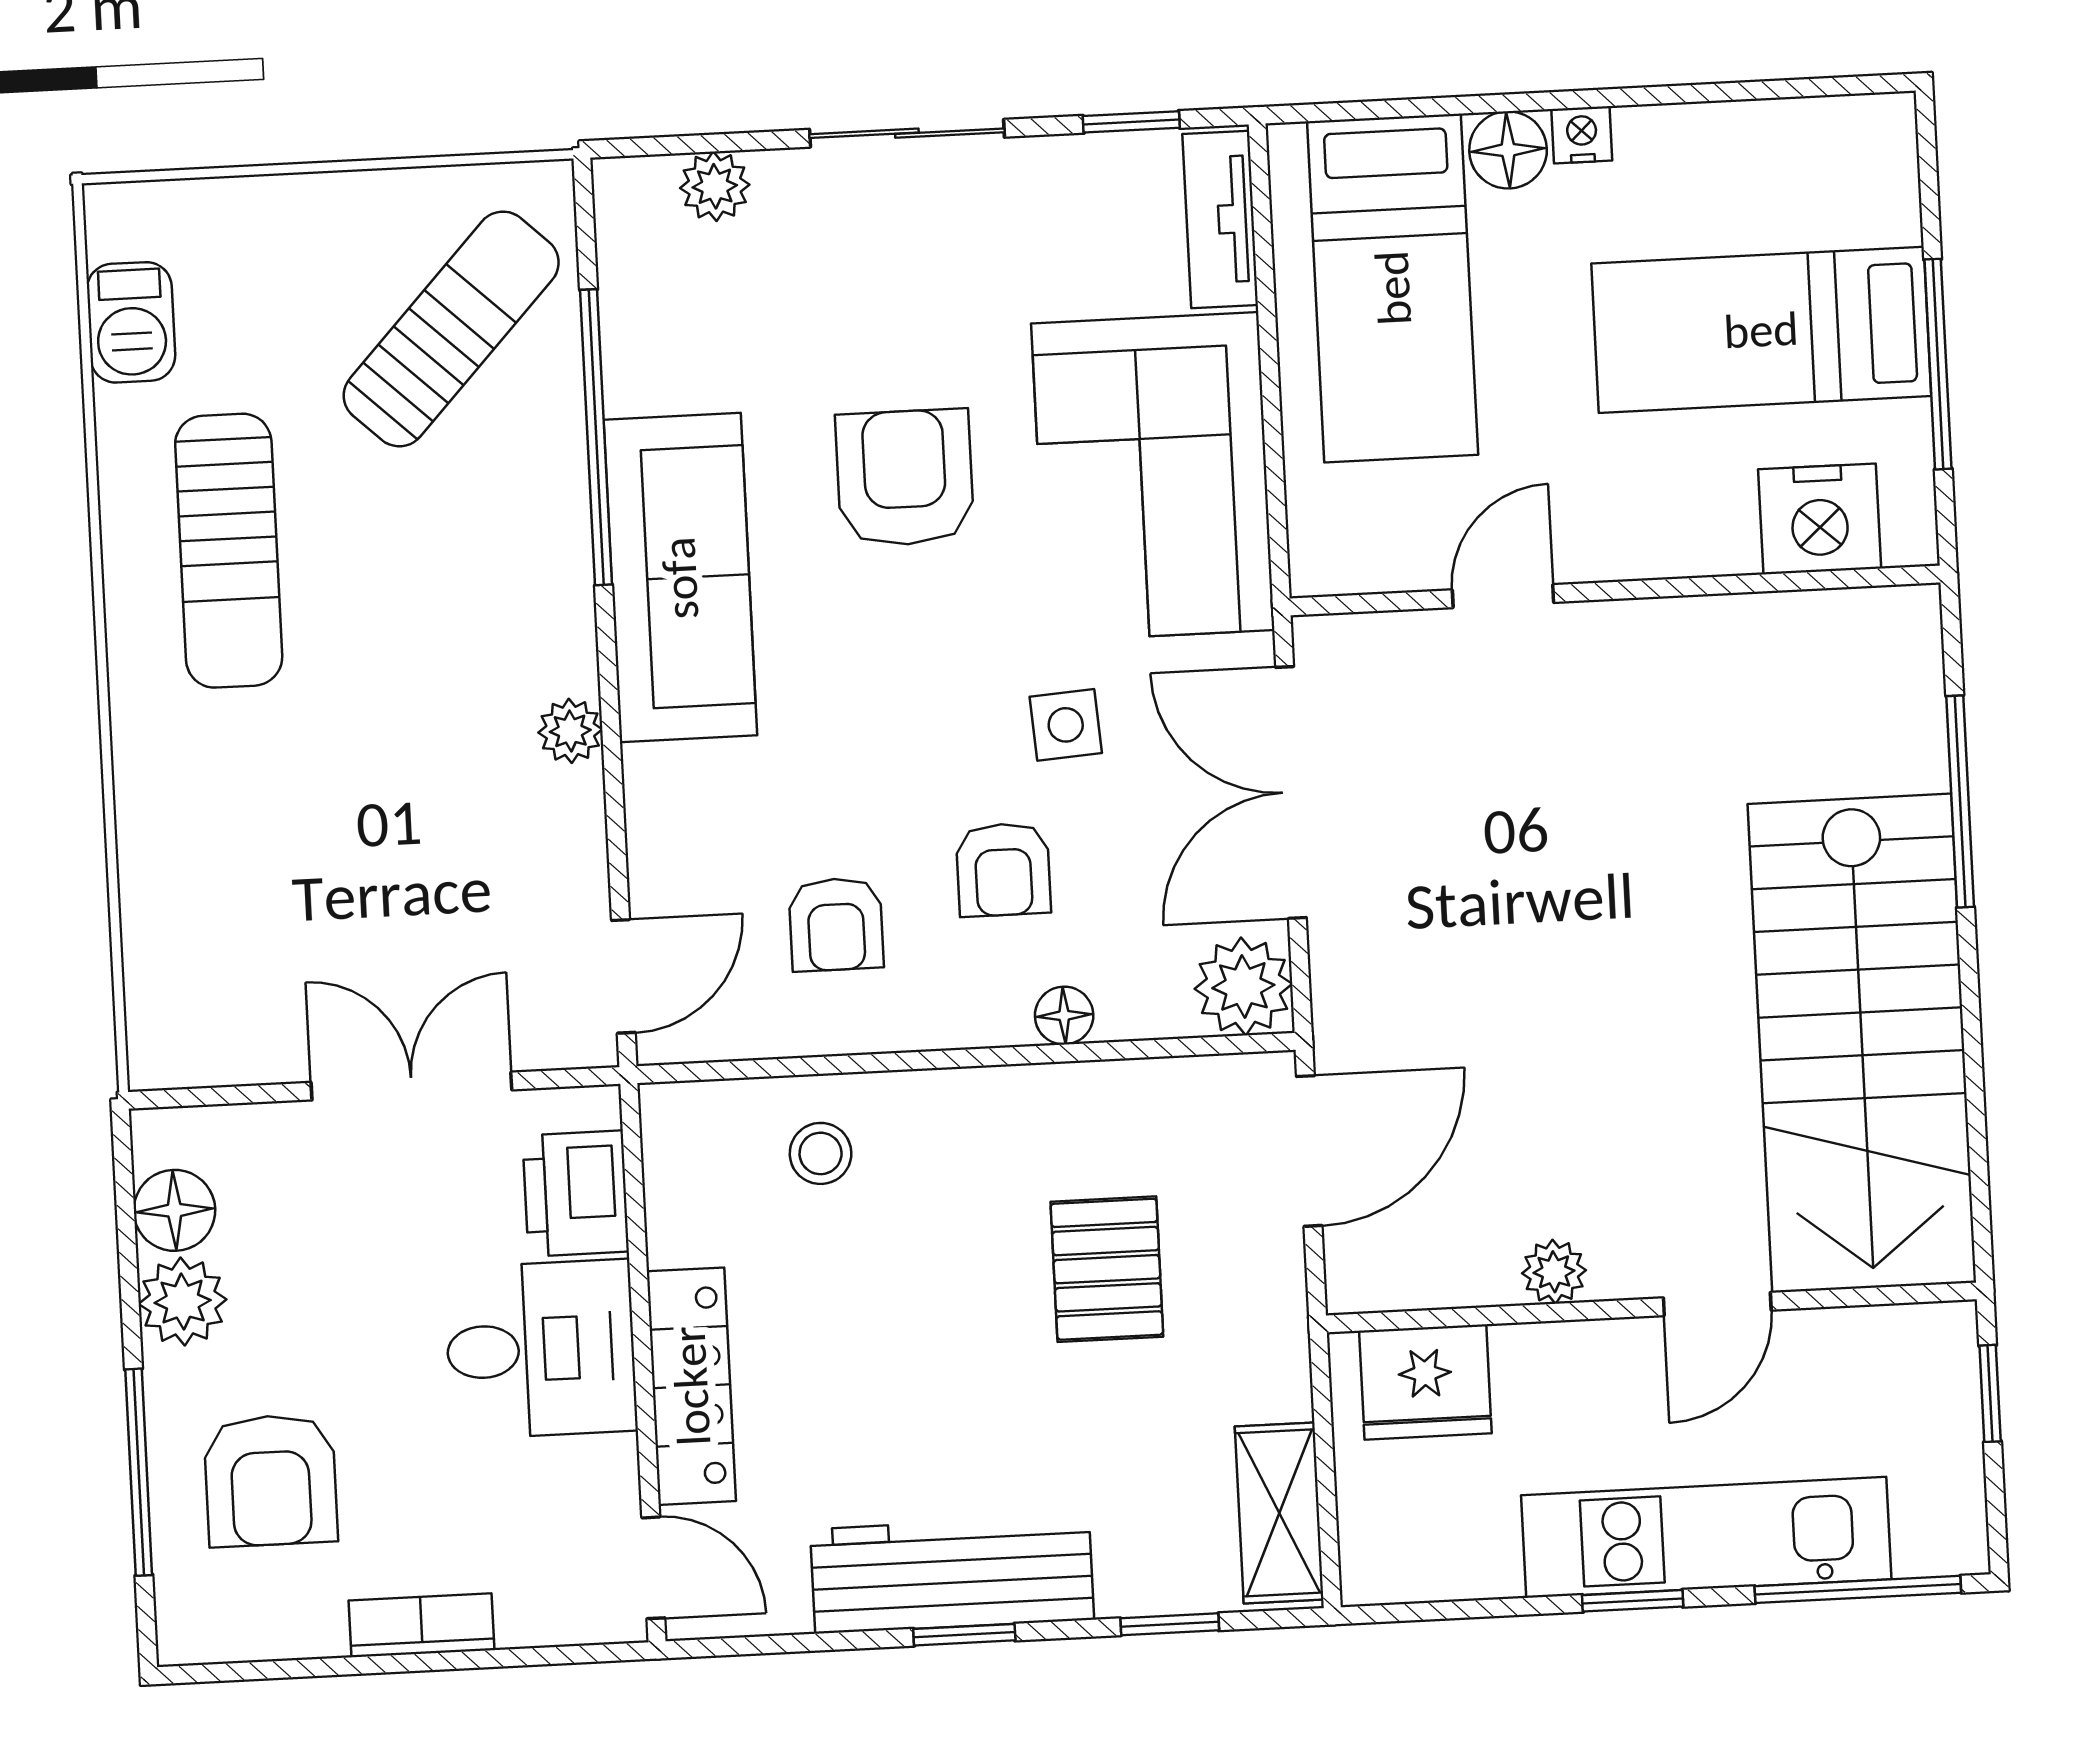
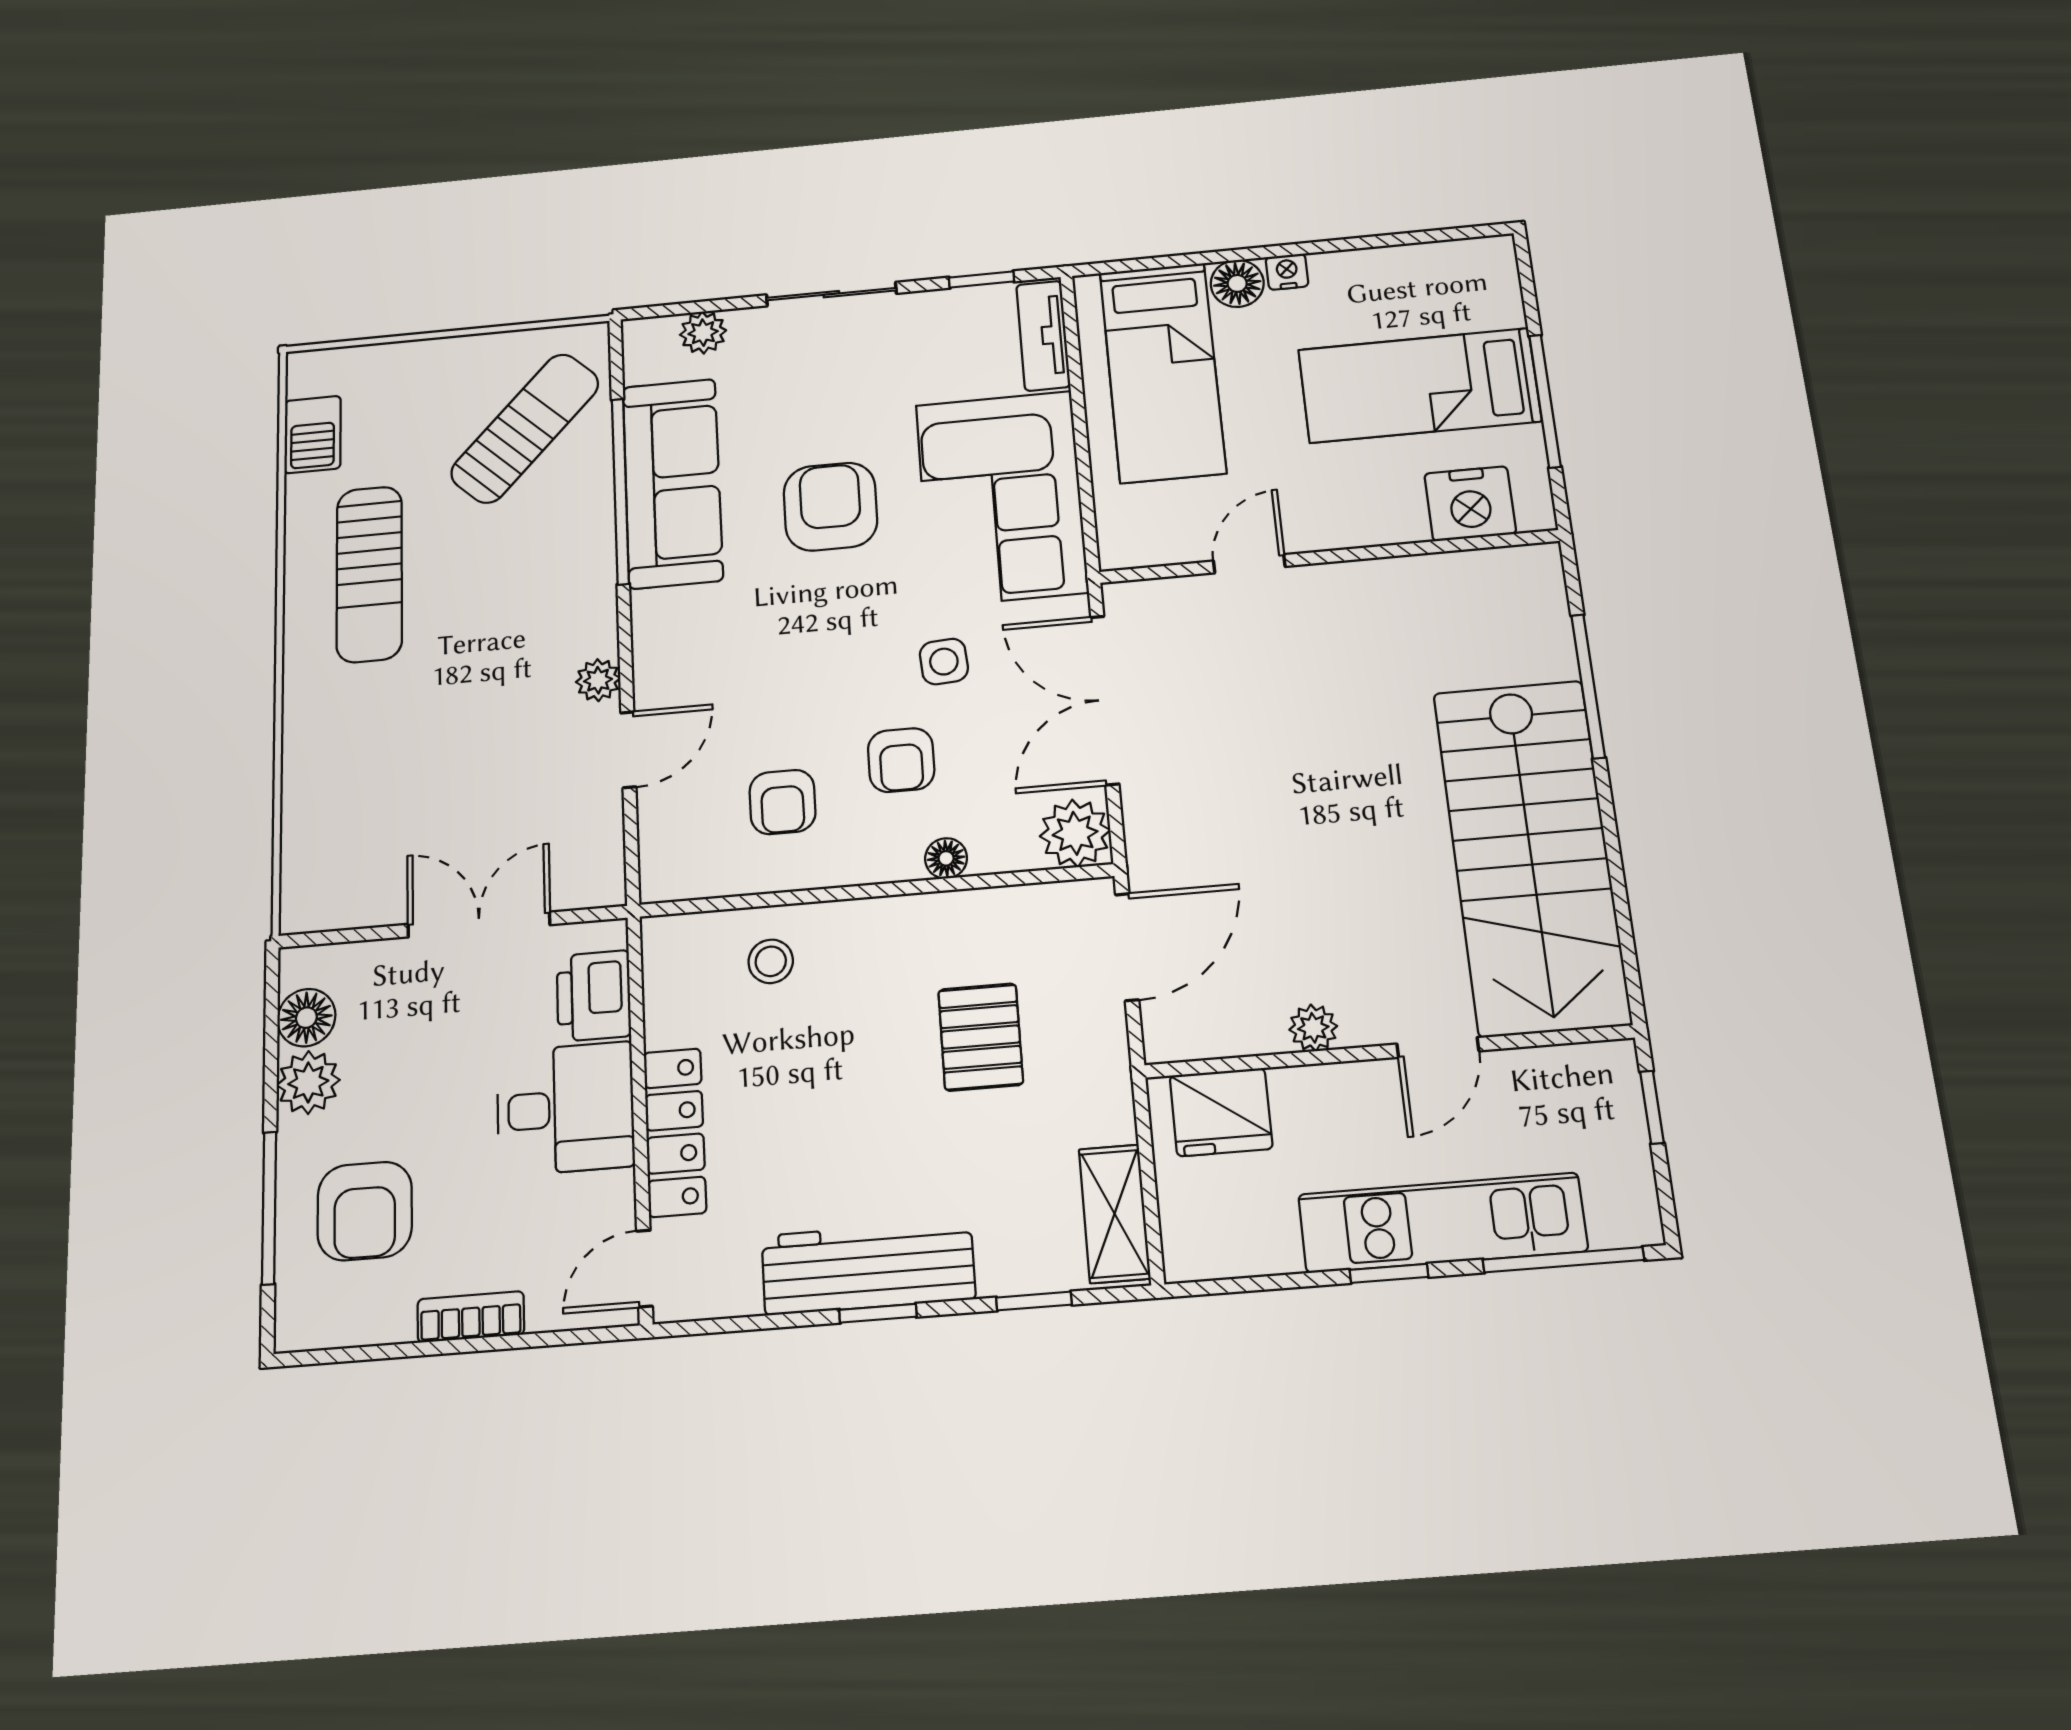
sofa: (680, 578) -> (672, 483), moved
door: (623, 976) -> (628, 750), moved
door: (653, 1568) -> (644, 1268), swing flipped

